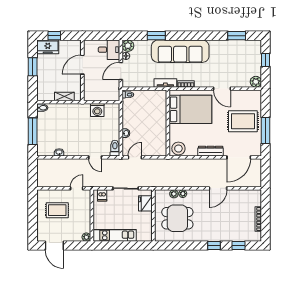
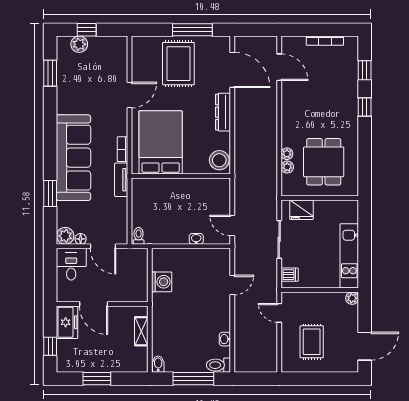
freezer: (48, 47) -> (67, 322), moved
plant: (256, 82) -> (79, 44), moved
toilet: (115, 148) -> (218, 365), moved
door: (218, 188) -> (279, 67), moved

